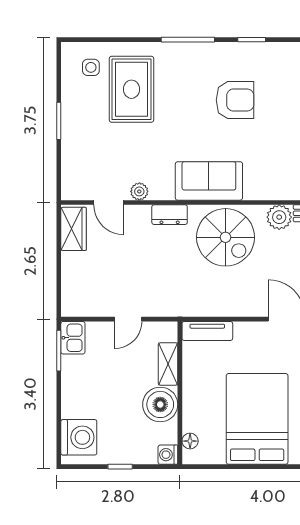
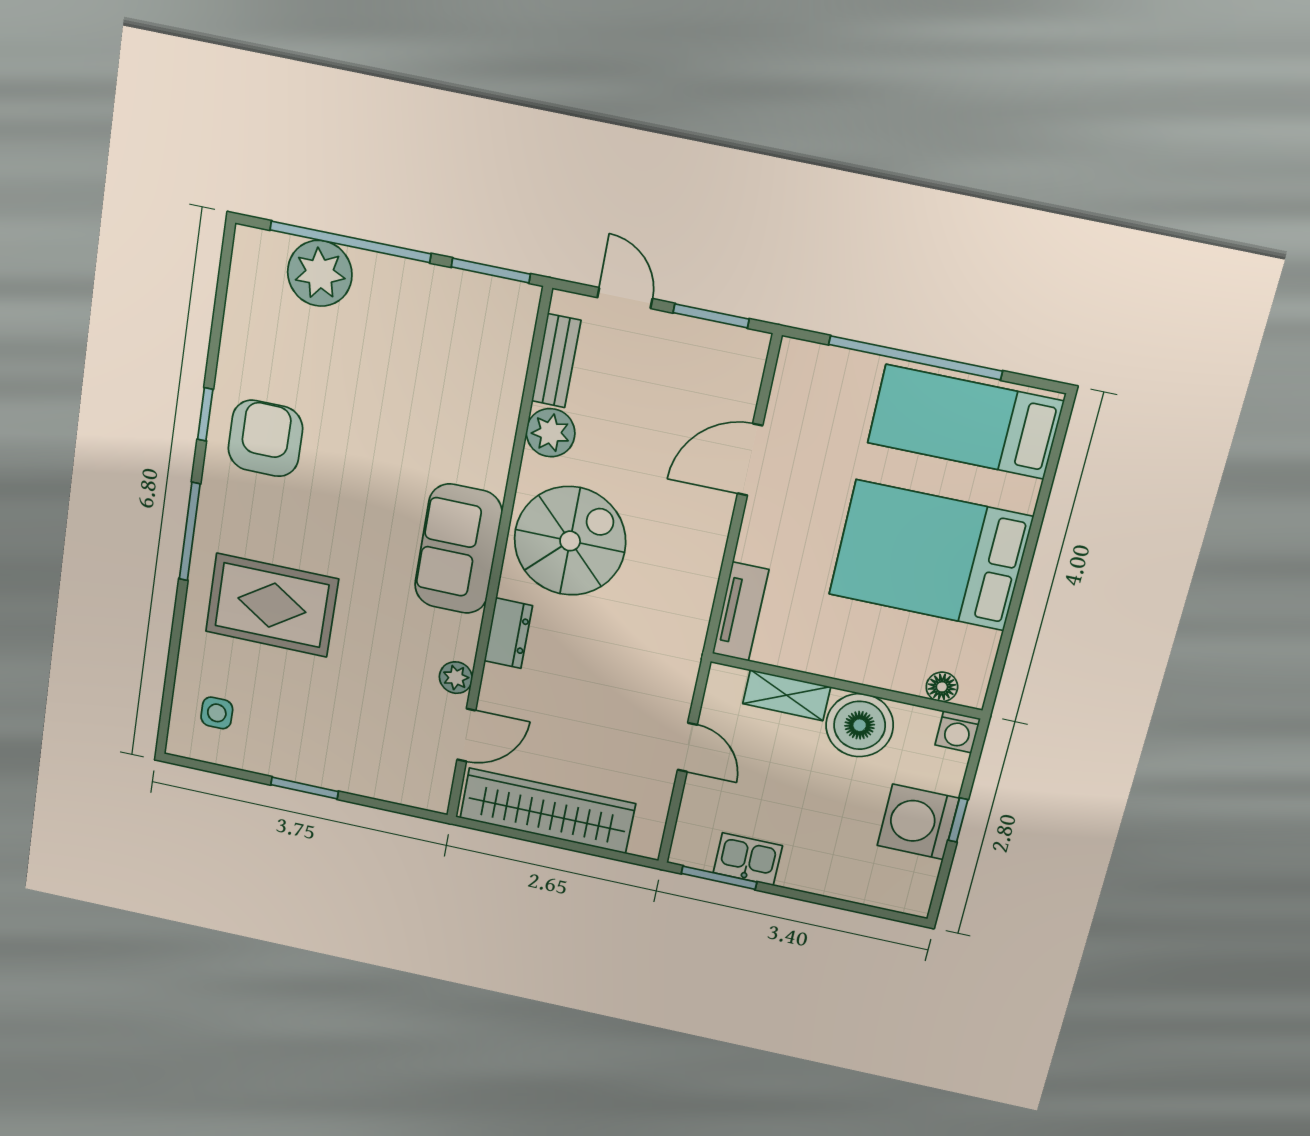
rug: (131, 89) -> (272, 605), moved
armchair: (235, 100) -> (265, 438), moved
wardrobe: (74, 229) -> (548, 811), width x2.10, depth x1.17
kitchen sink: (73, 338) -> (748, 859), moved
washing machine: (79, 437) -> (918, 822), moved, turned -90

